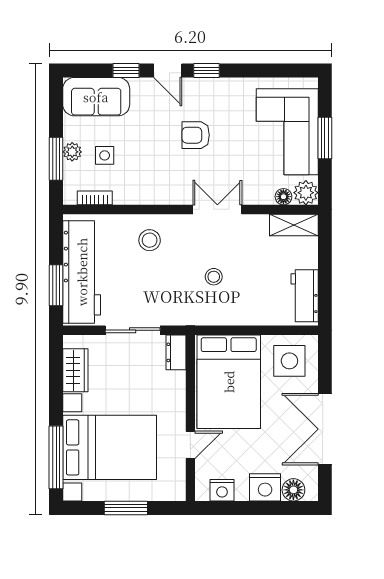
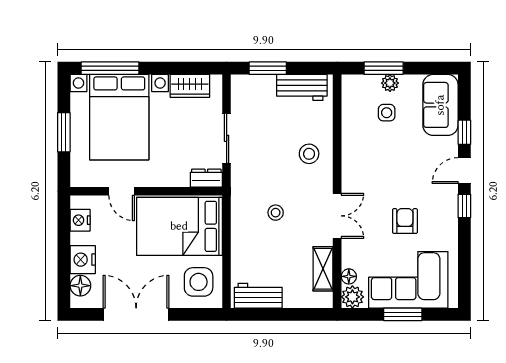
armchair: (196, 135) -> (405, 221), moved
bookcase: (95, 198) -> (348, 104), removed
shelving: (294, 225) -> (323, 269), moved
workbench: (82, 272) -> (302, 87), width x0.53, depth x0.76

